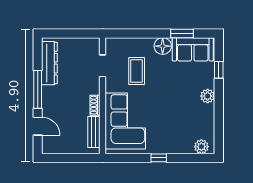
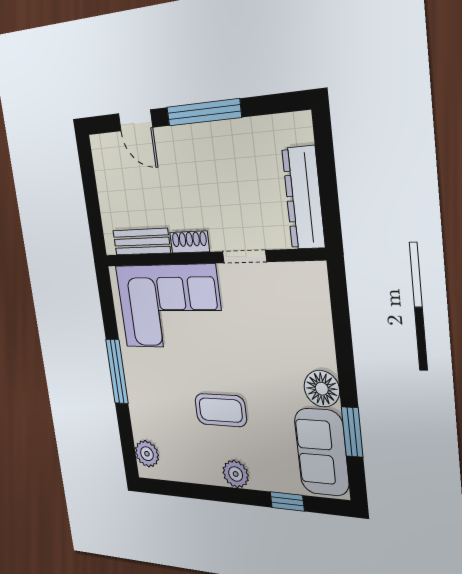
dresser: (49, 63) -> (304, 198), moved, turned 90
doorway: (103, 66) -> (244, 257), moved
coffee table: (137, 71) -> (221, 410), moved
door: (38, 126) -> (135, 120), hinge flipped
window: (159, 158) -> (117, 372), width x2.17

